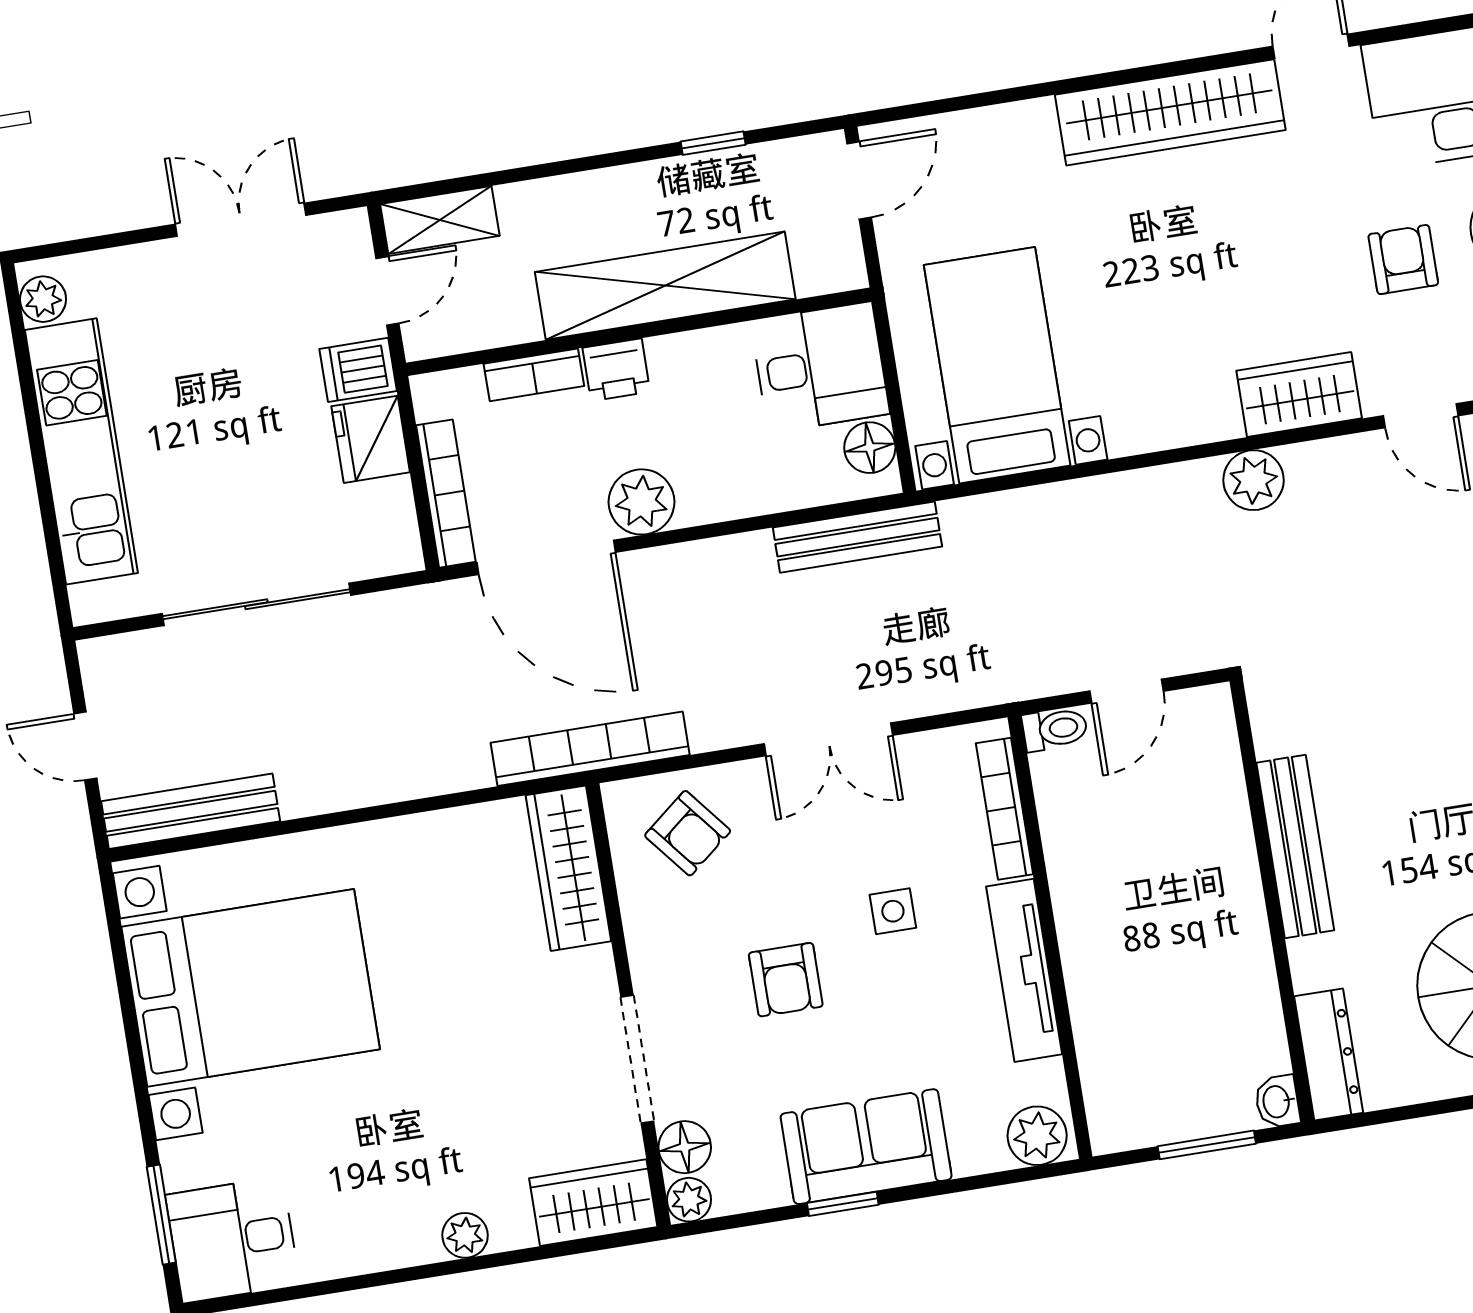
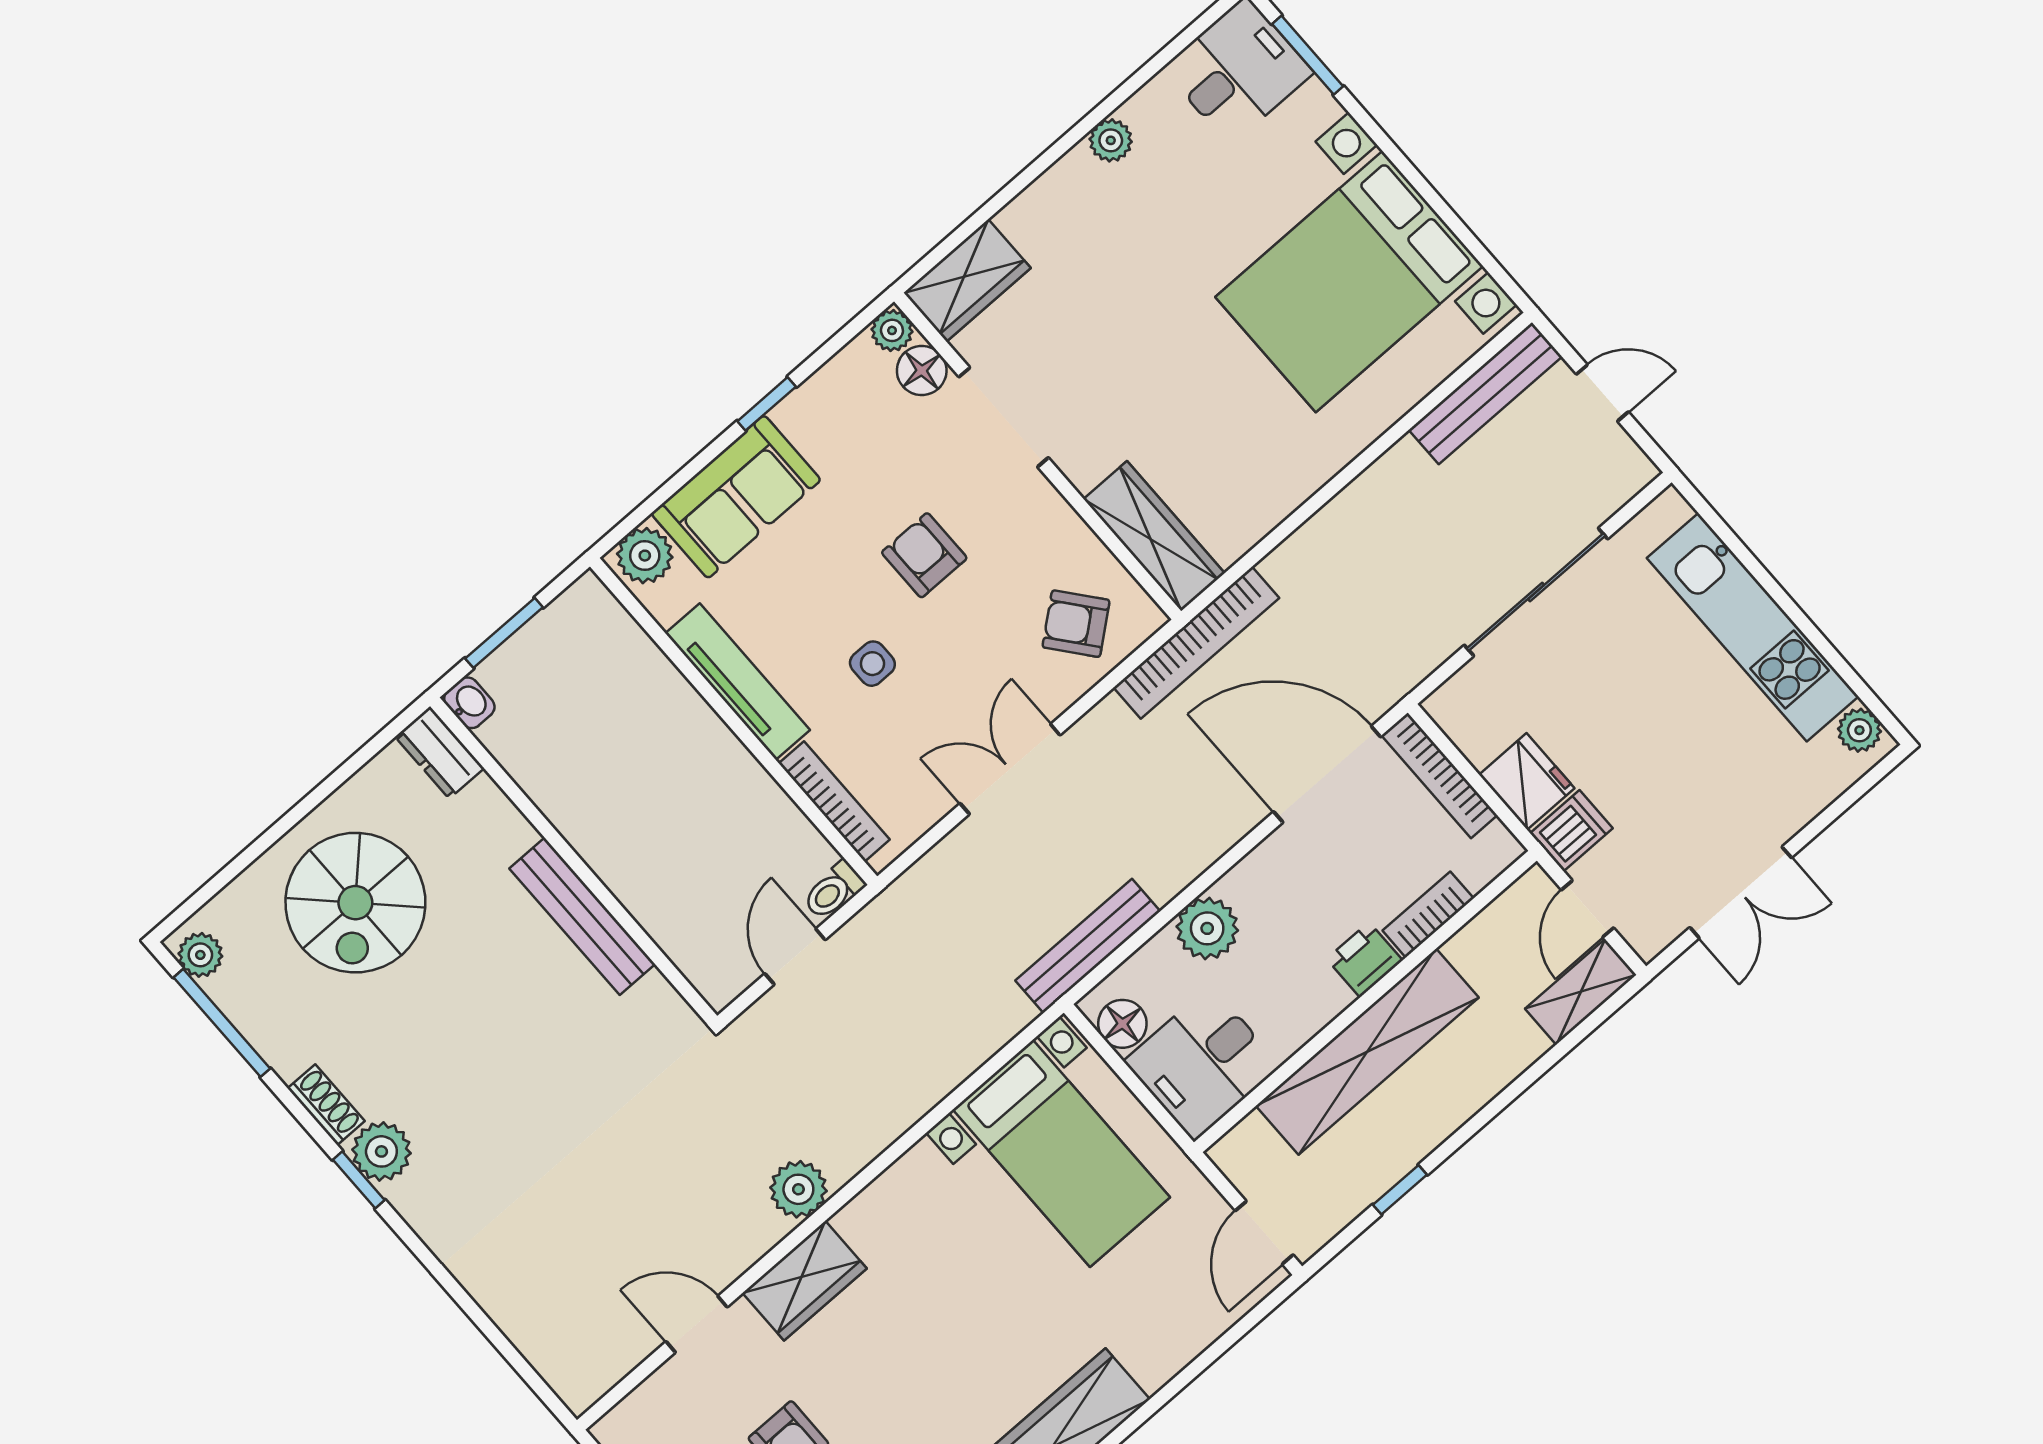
plant: (642, 502) -> (1207, 928), moved
dresser: (1329, 1055) -> (440, 752), width x0.70
sofa: (866, 1147) -> (736, 497), moved
plant: (465, 1235) -> (1111, 140), moved

